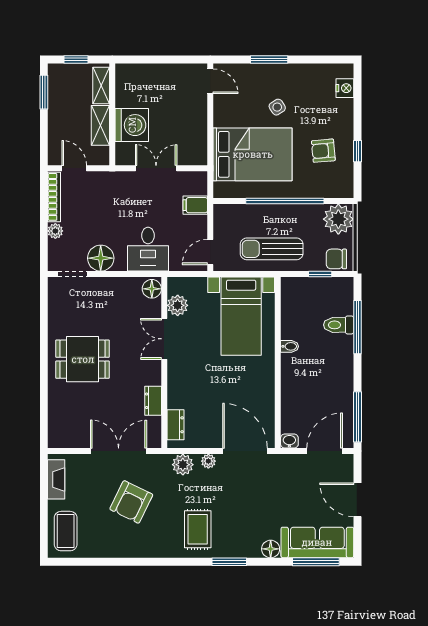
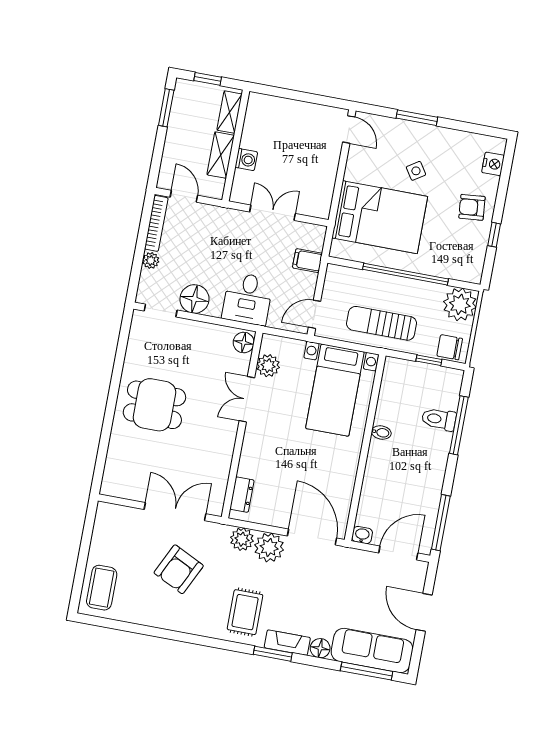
washing machine: (132, 125) -> (246, 160), width x0.53, depth x0.53
armchair: (323, 151) -> (472, 207), moved
dresser: (153, 401) -> (222, 464), removed
plant: (208, 461) -> (269, 547), width x1.88, depth x1.88
fireplace: (56, 479) -> (287, 643), moved, turned -90

